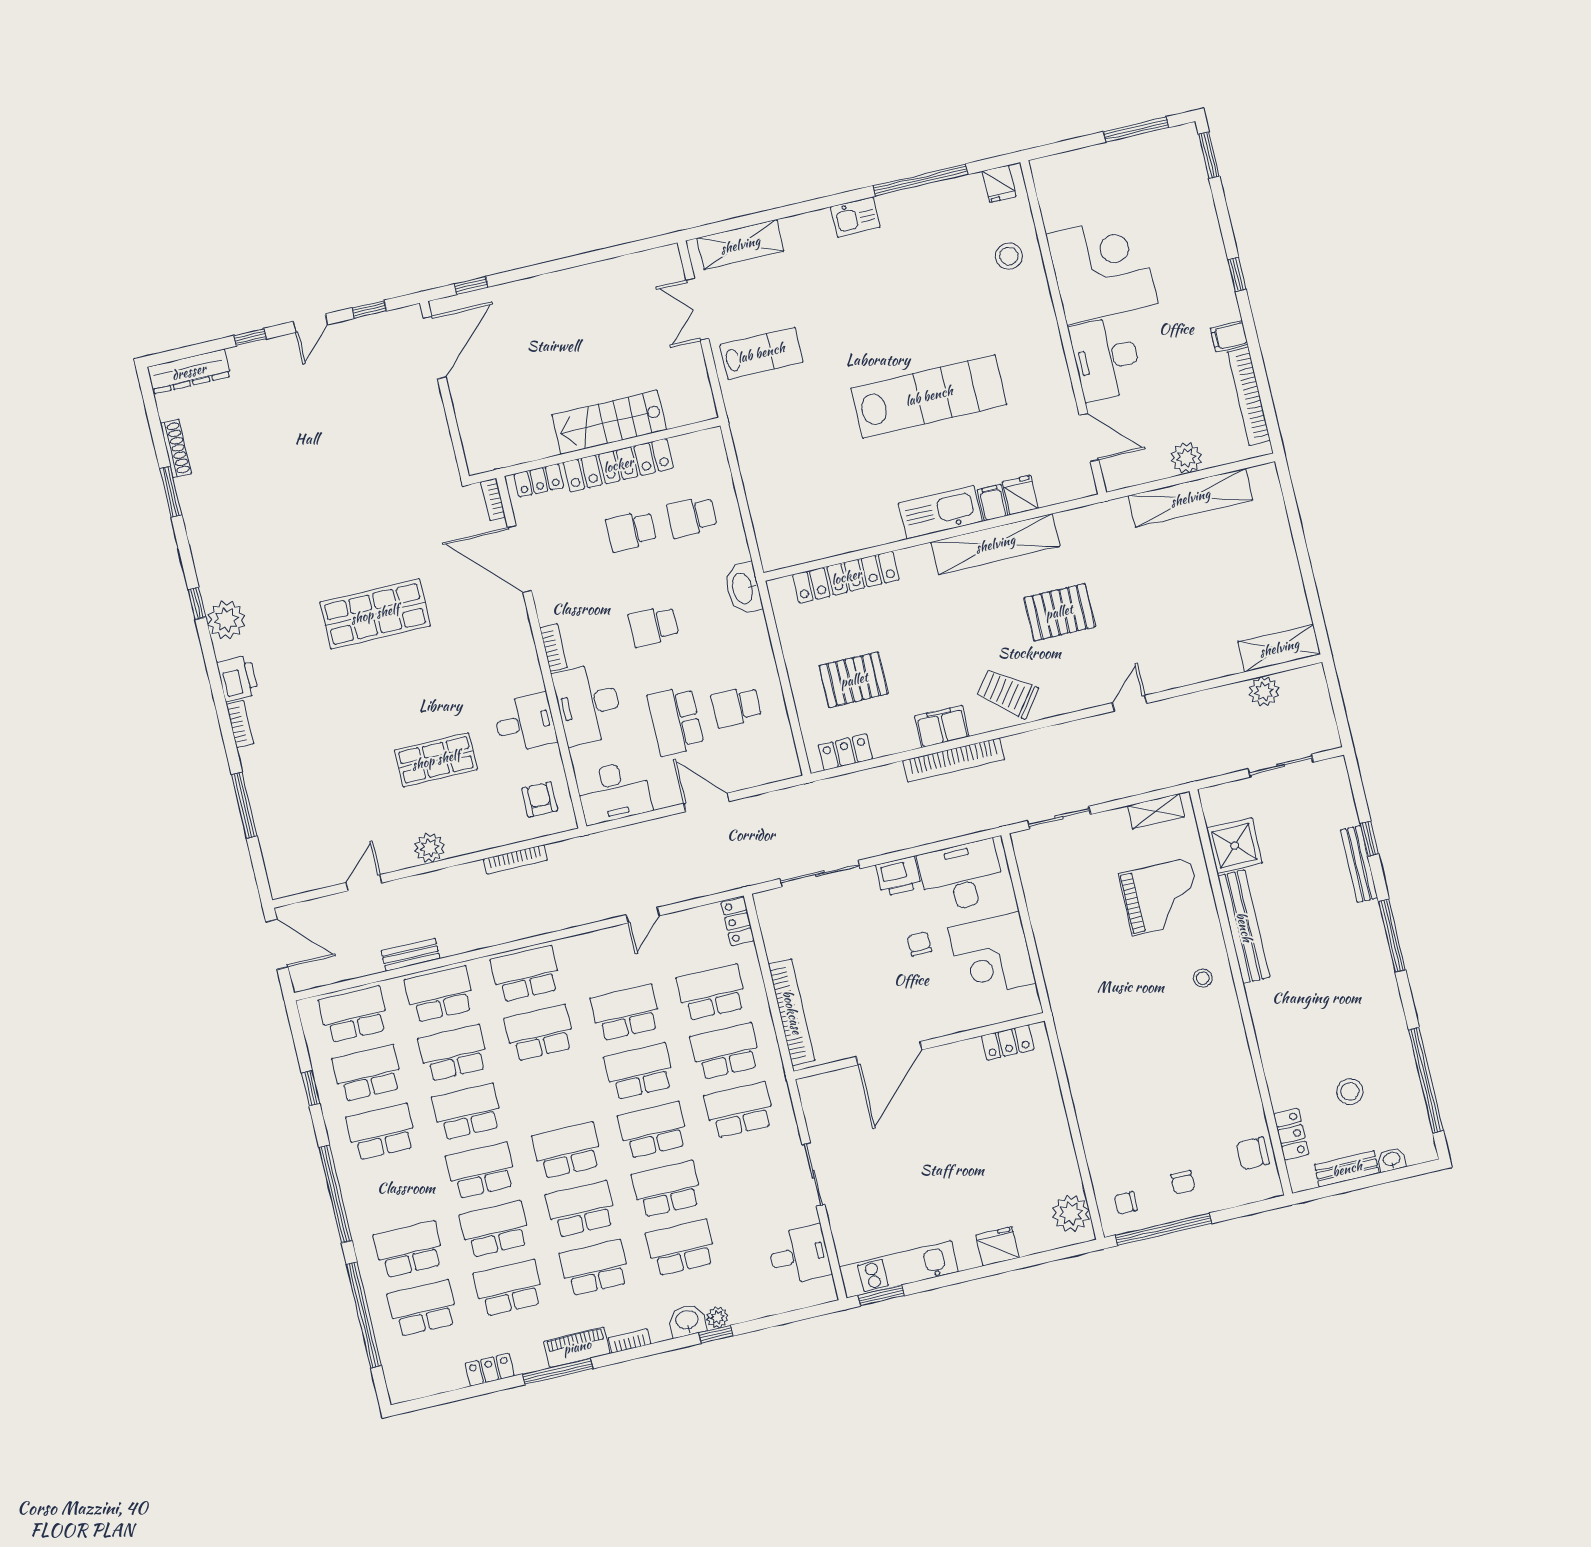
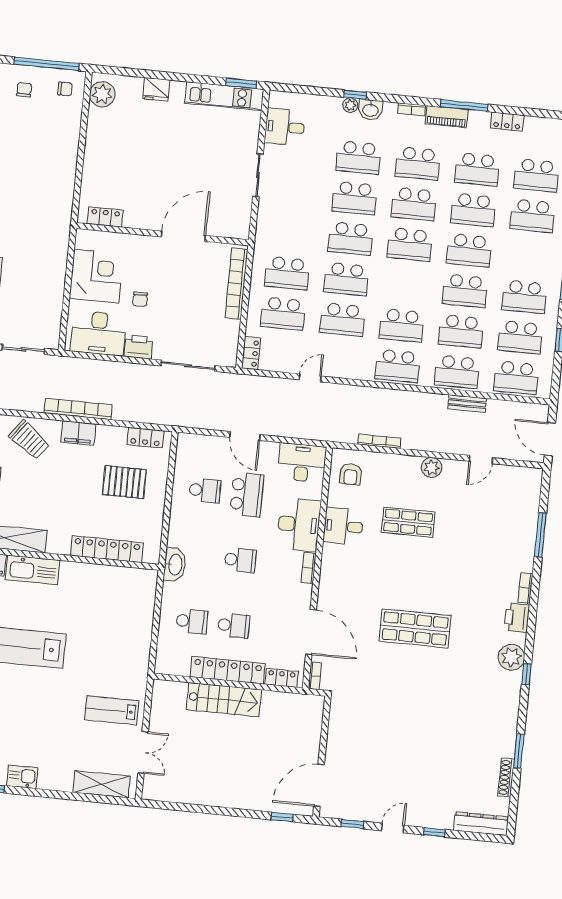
school desk: (739, 1110) -> (291, 233), removed

